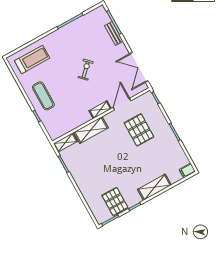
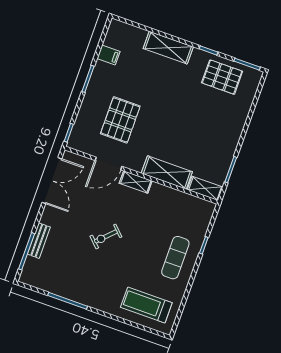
filing cabinet: (187, 171) -> (108, 55), moved
pallet: (115, 202) -> (222, 77), turned 90

